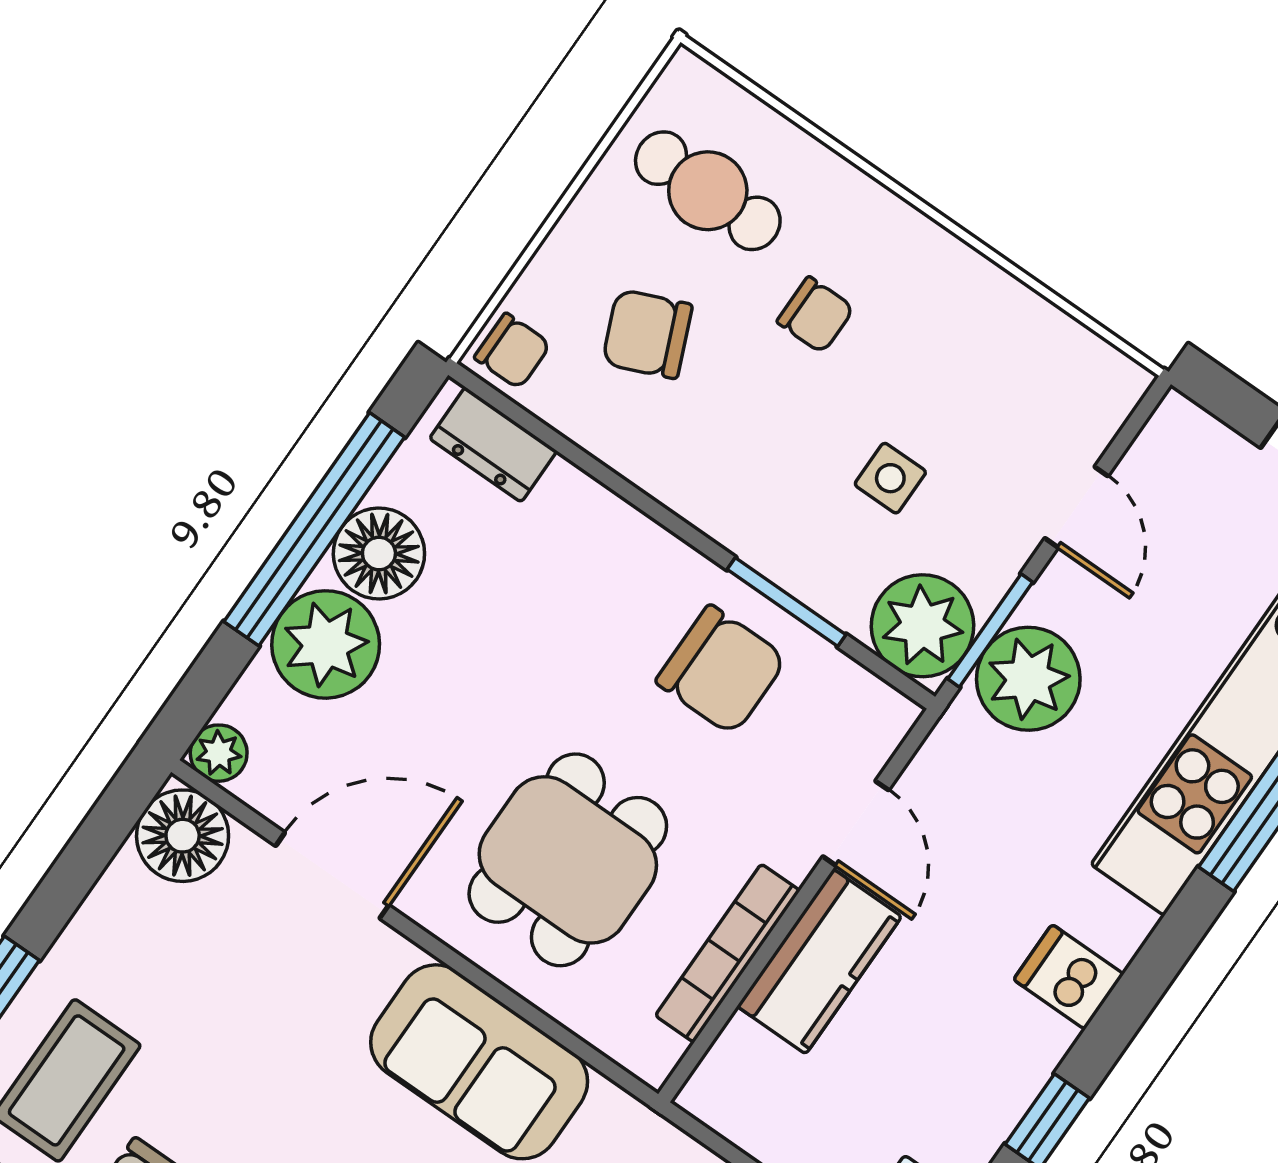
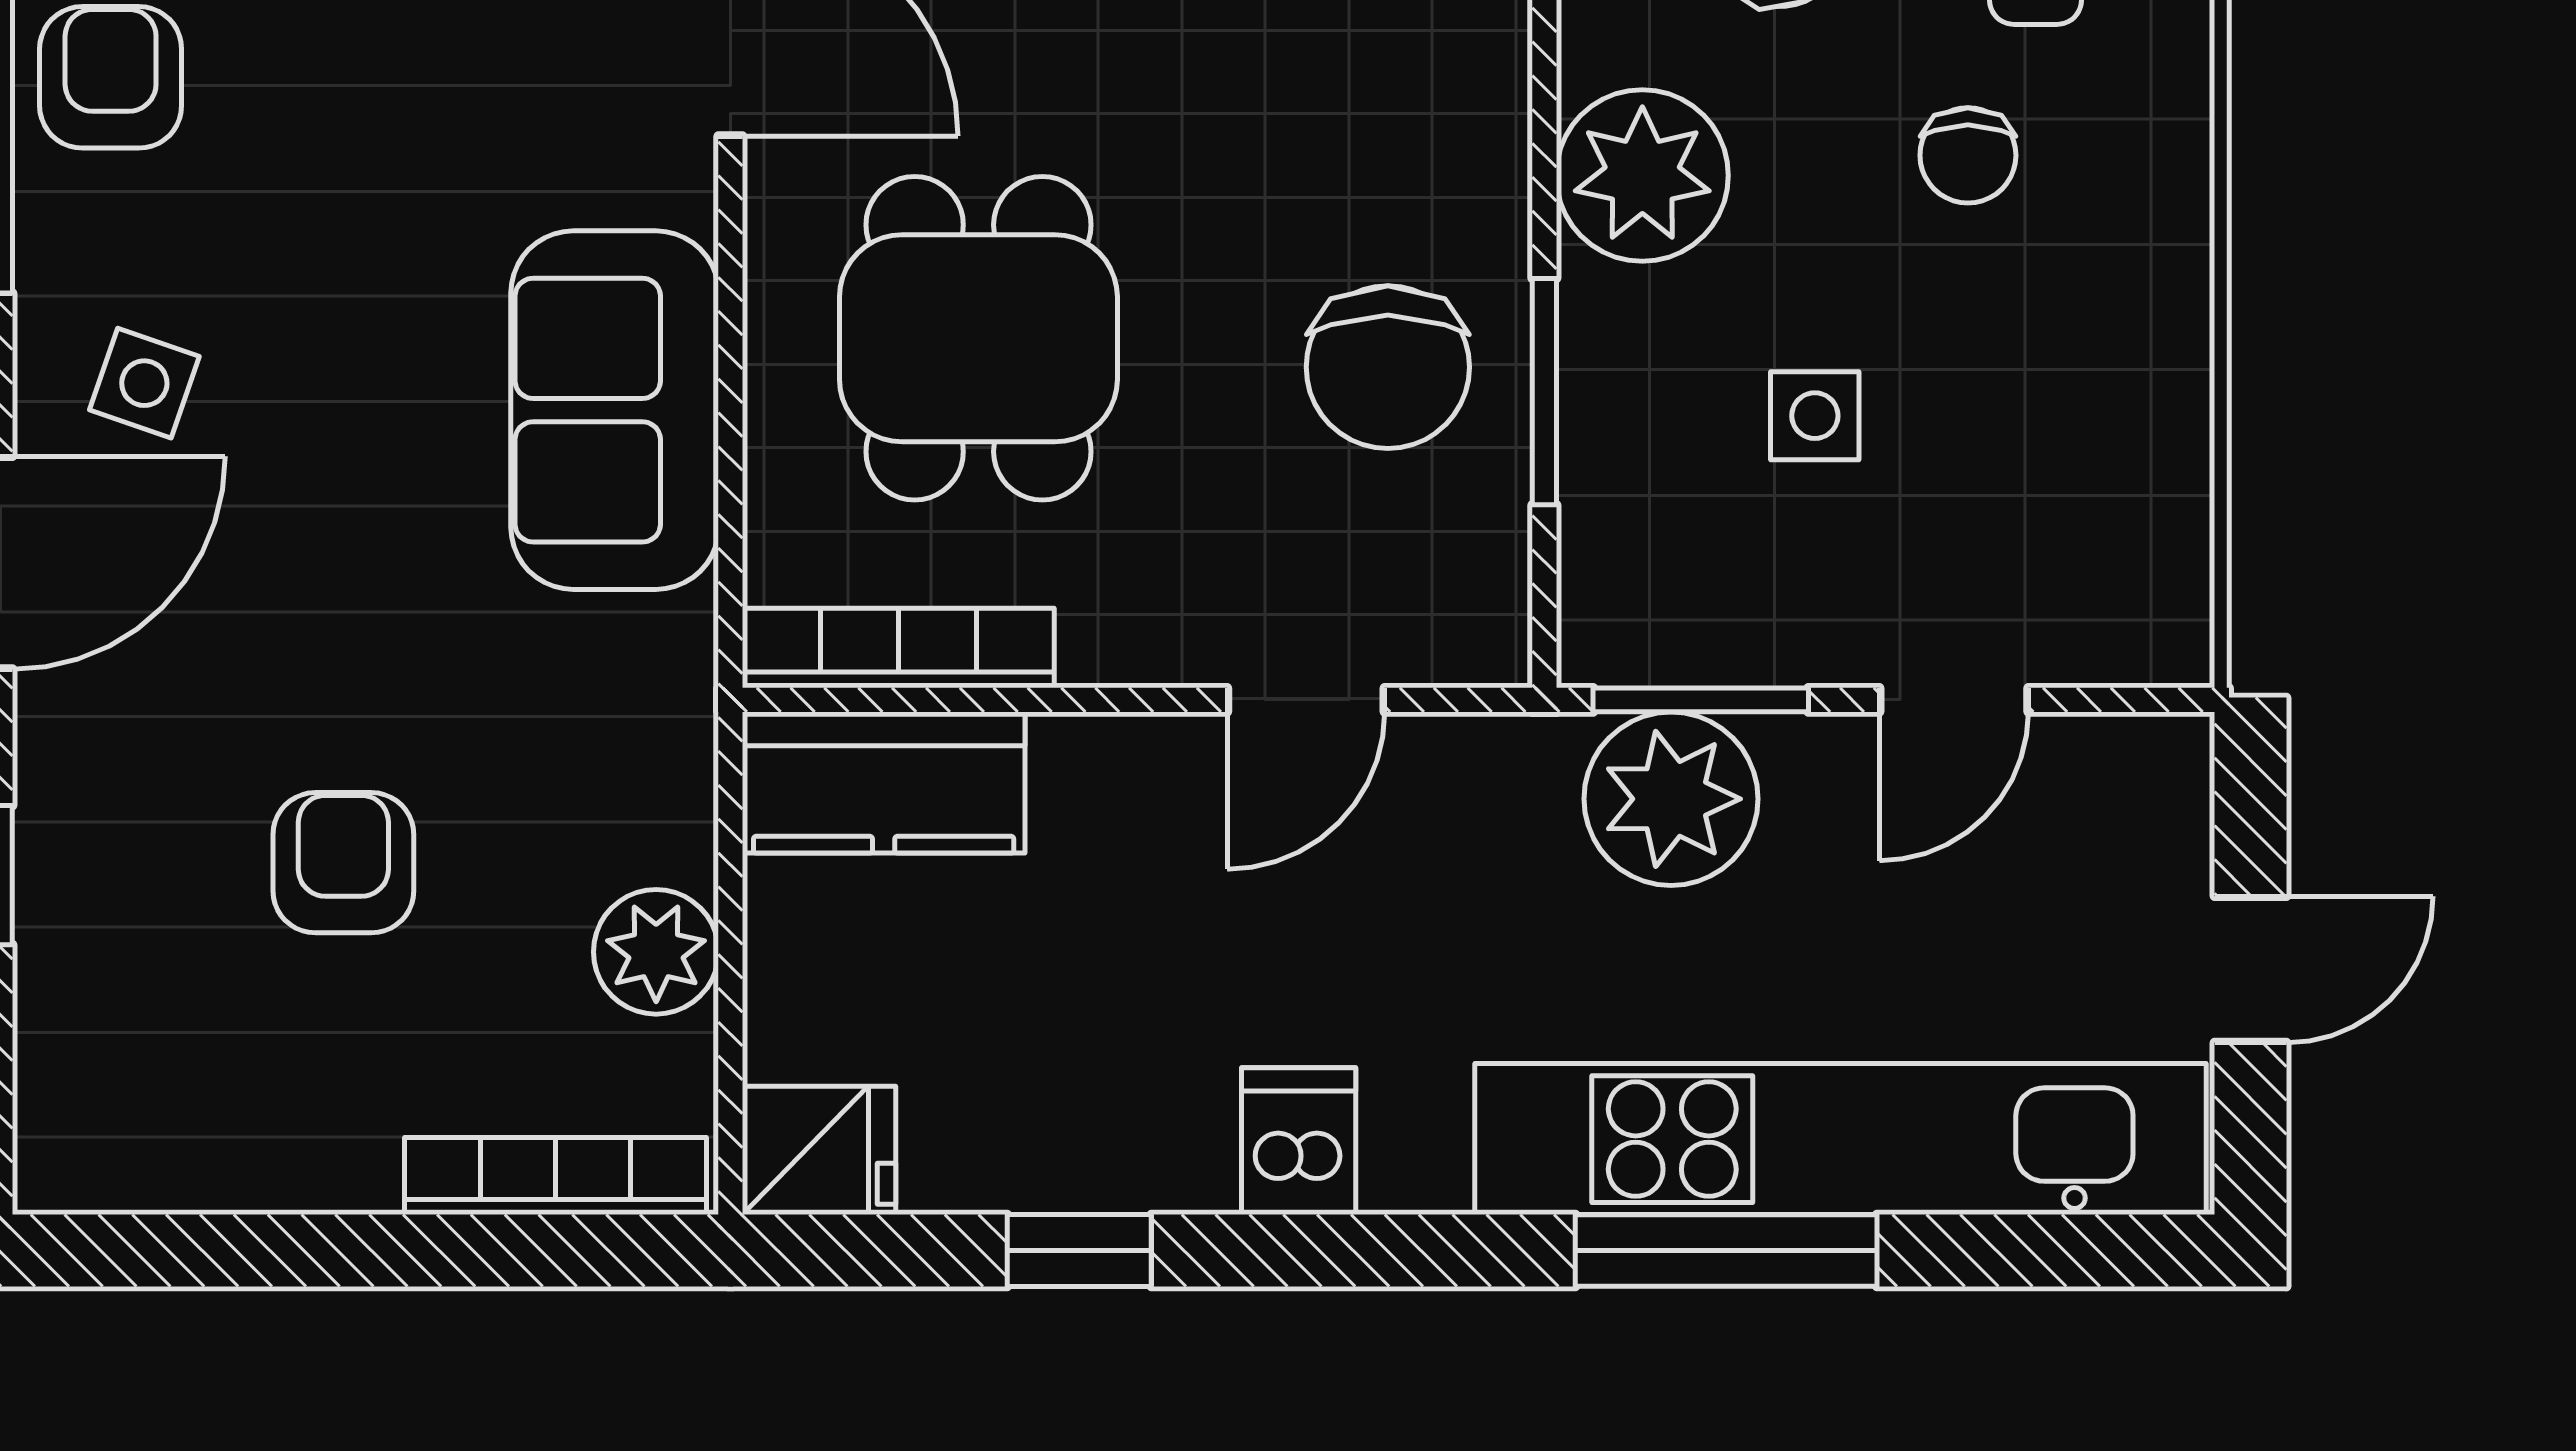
plant: (922, 626) -> (1642, 175), moved
dining table: (568, 860) -> (978, 338), turned 90
bookcase: (728, 953) -> (898, 648), moved
kitchen counter: (819, 961) -> (884, 783), moved

